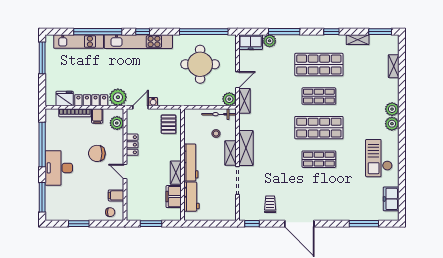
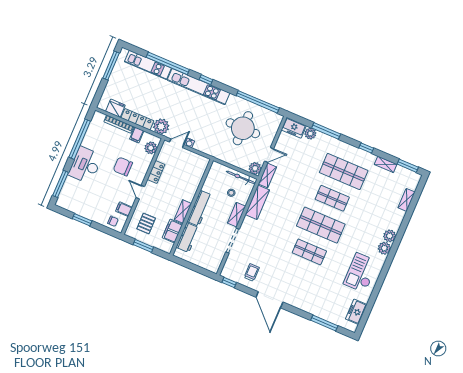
pallet: (169, 124) -> (146, 223), moved
shelving: (246, 148) -> (257, 202), moved

